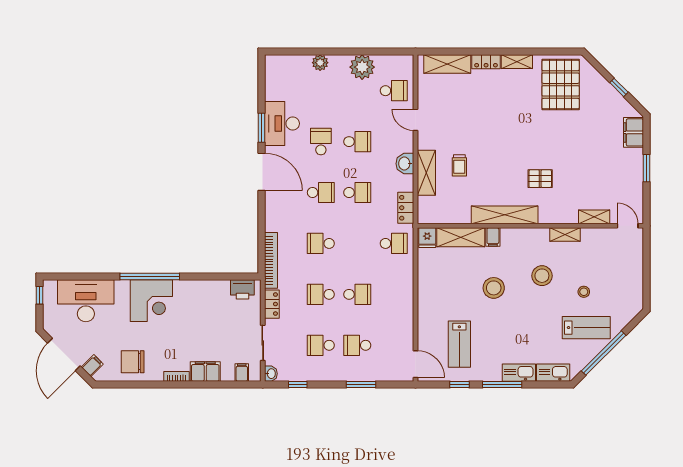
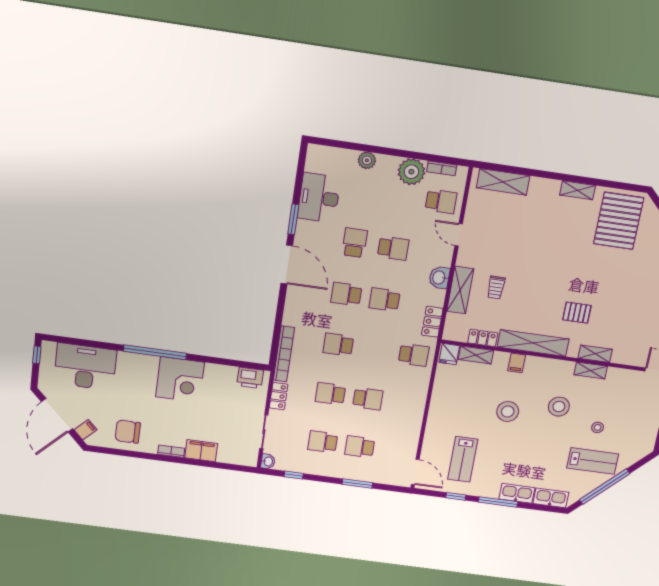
bookcase: (389, 60) -> (442, 168), added
locker: (486, 62) -> (483, 338), moved, turned 180
desk: (282, 124) -> (319, 198), moved
school desk: (321, 193) -> (346, 294), turned 180
school desk: (357, 193) -> (385, 300), turned 180
shelving: (594, 217) -> (595, 354), moved
shelving: (461, 237) -> (476, 355), width x0.67, depth x0.75
corner desk: (151, 301) -> (180, 380), moved
filing cabinet: (242, 373) -> (238, 457), removed

